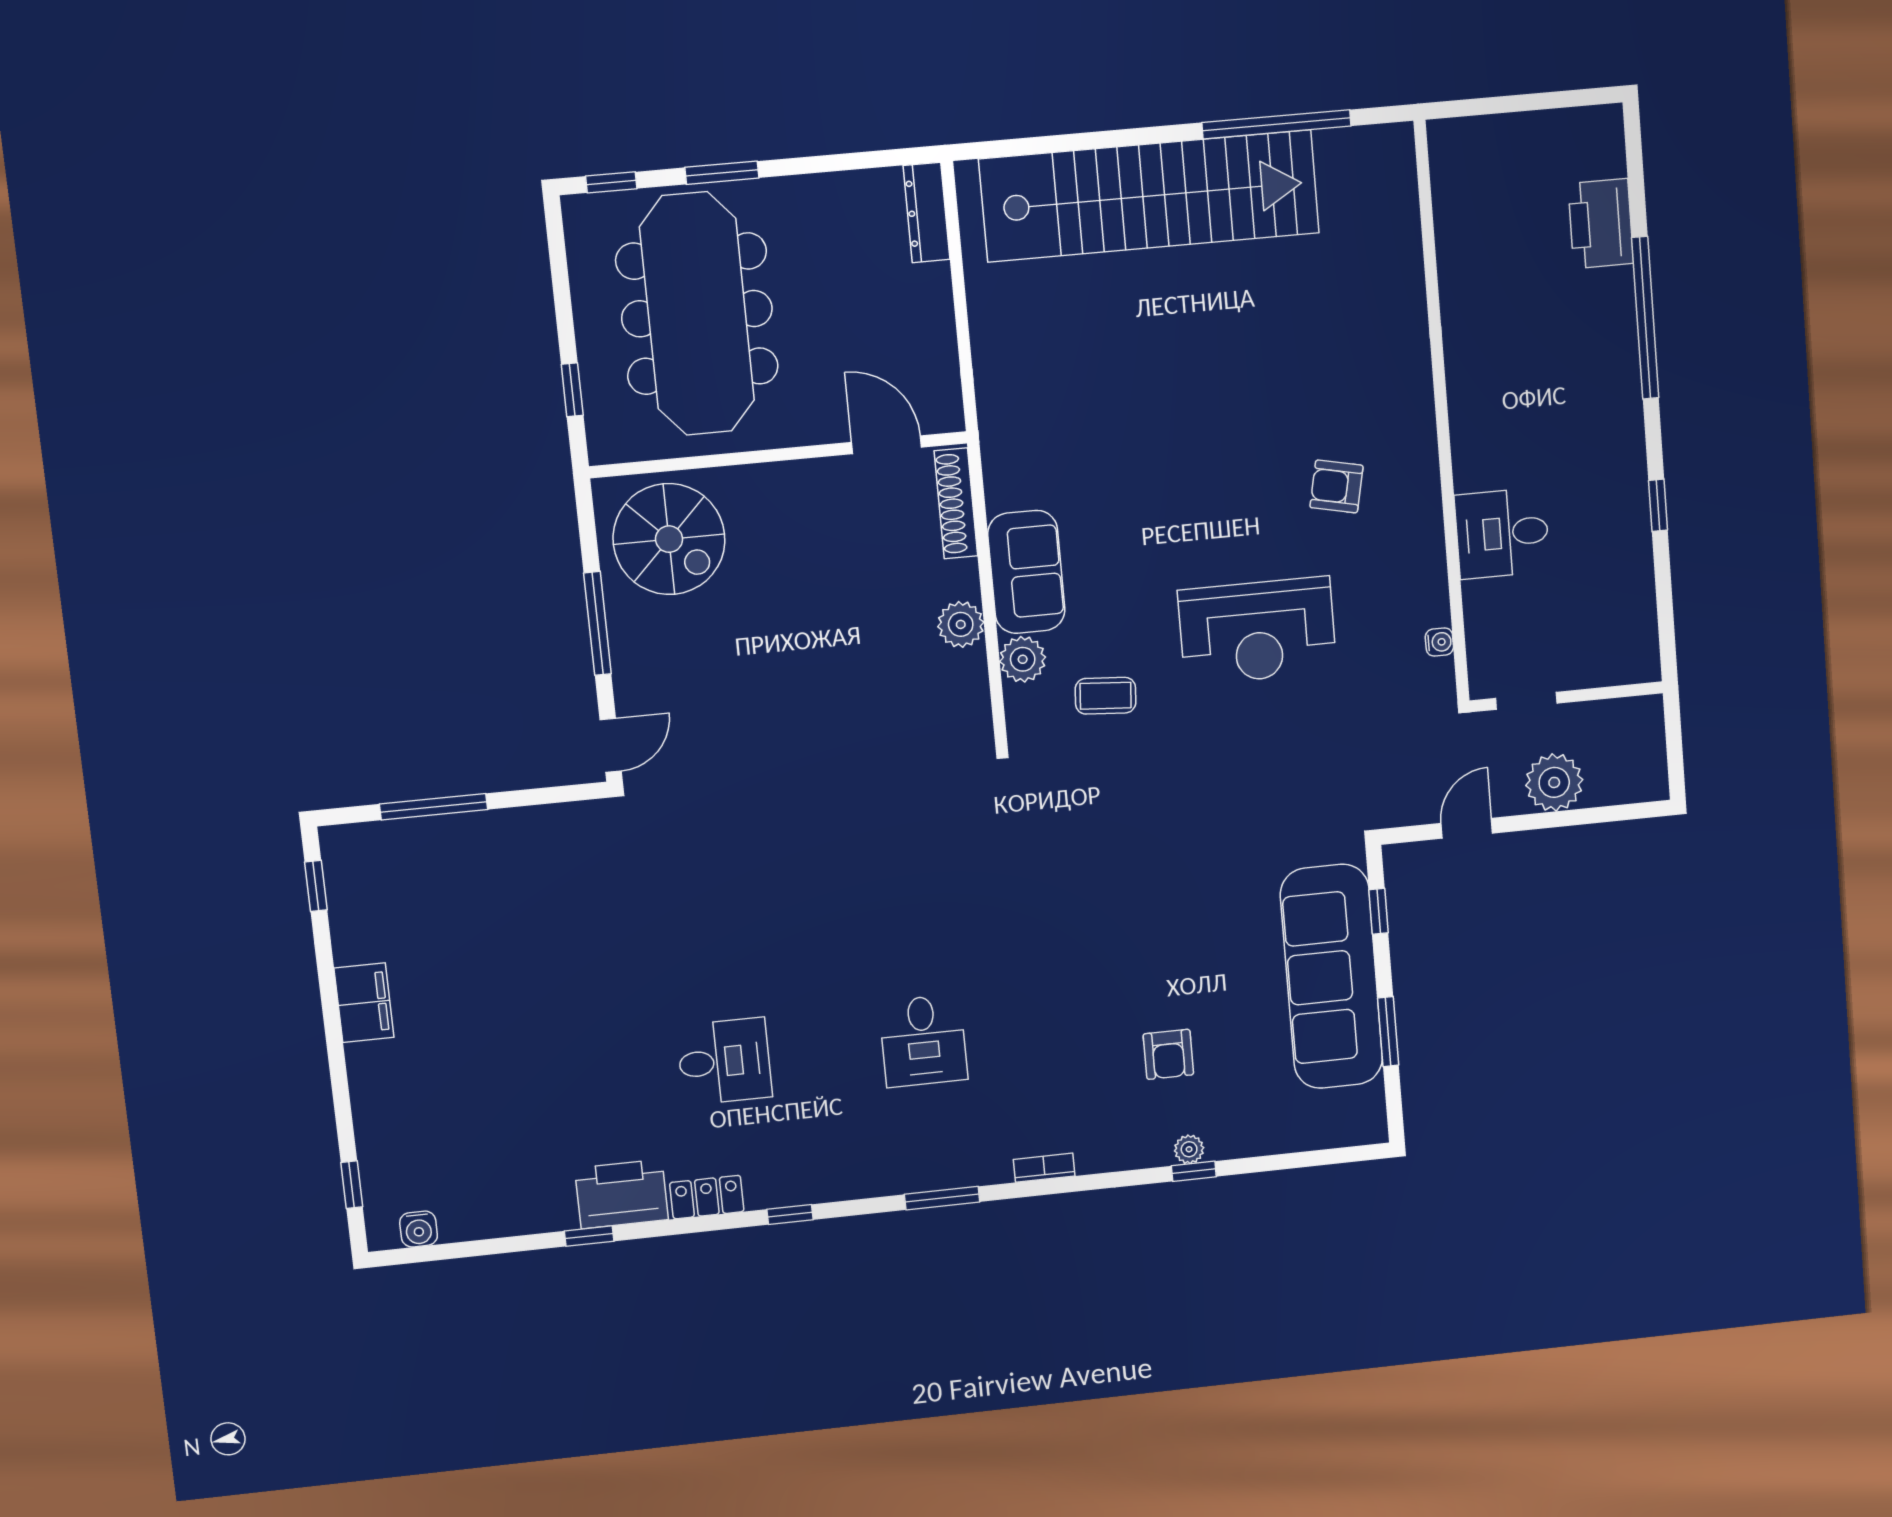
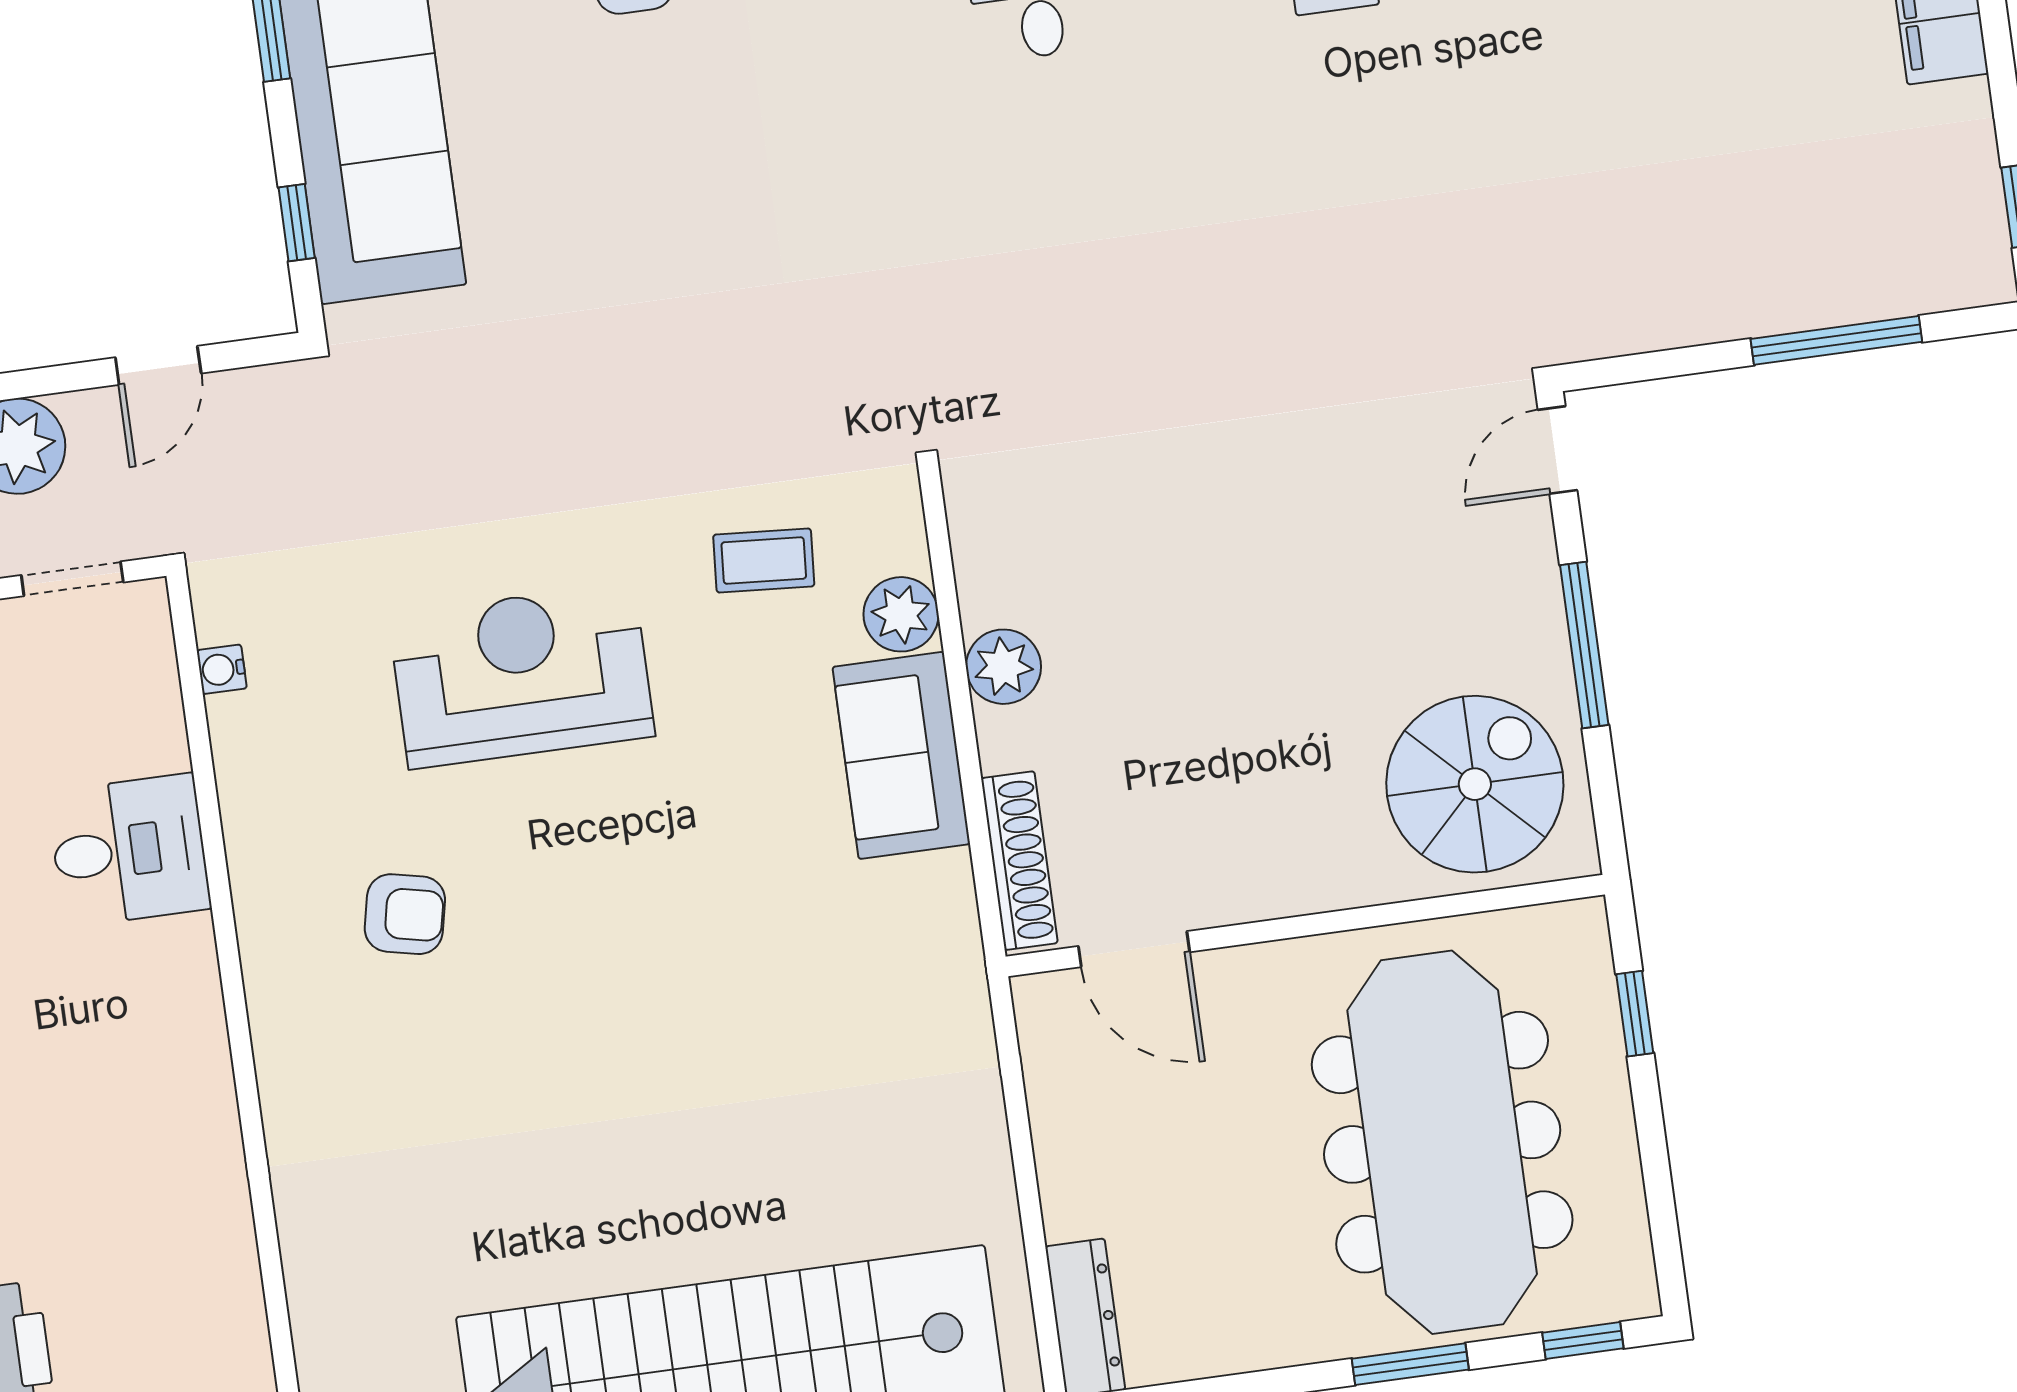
spiral stairs: (669, 539) -> (1475, 784), turned 90

